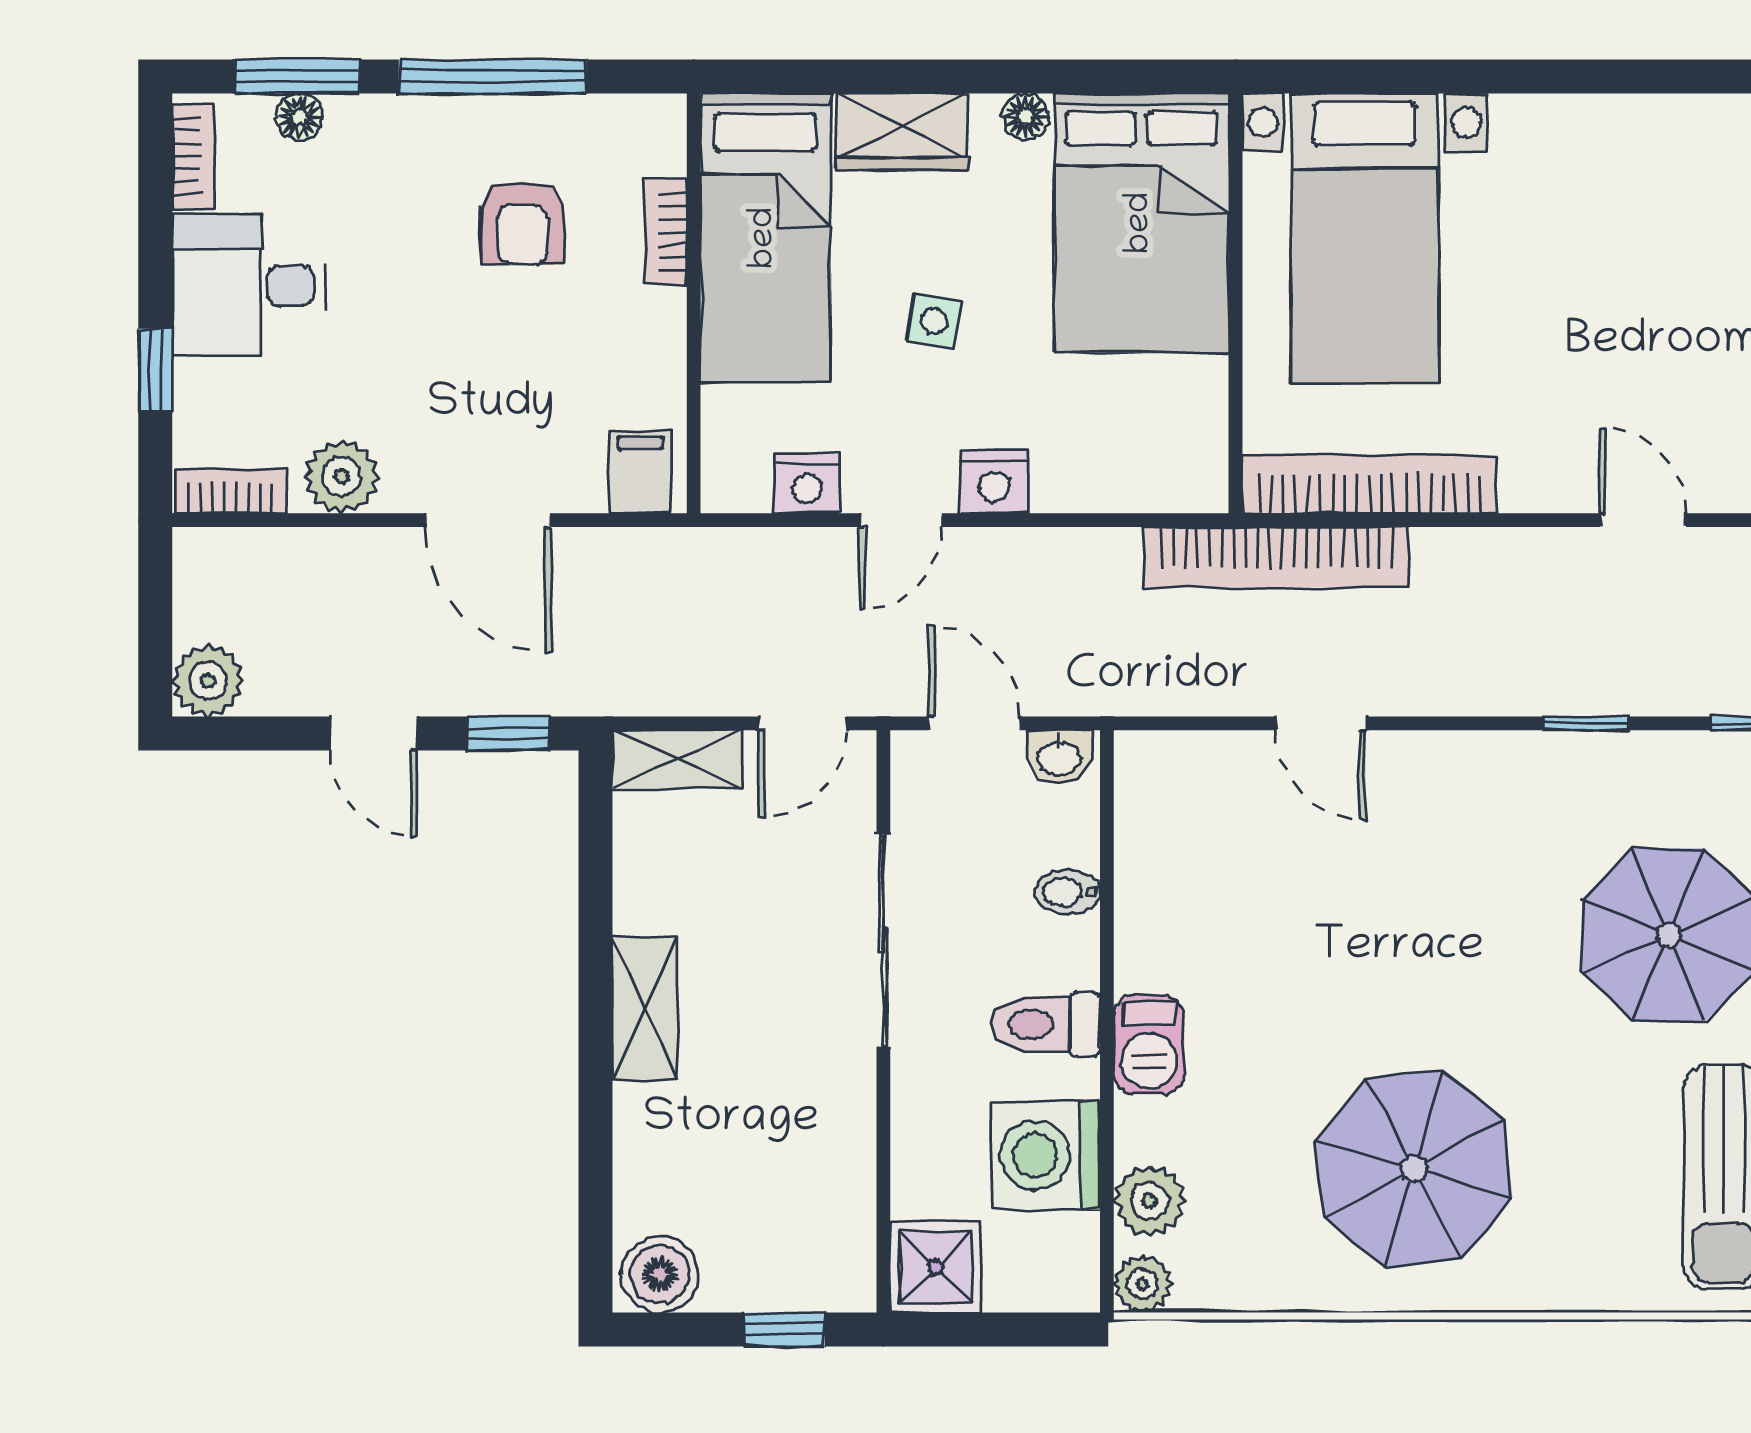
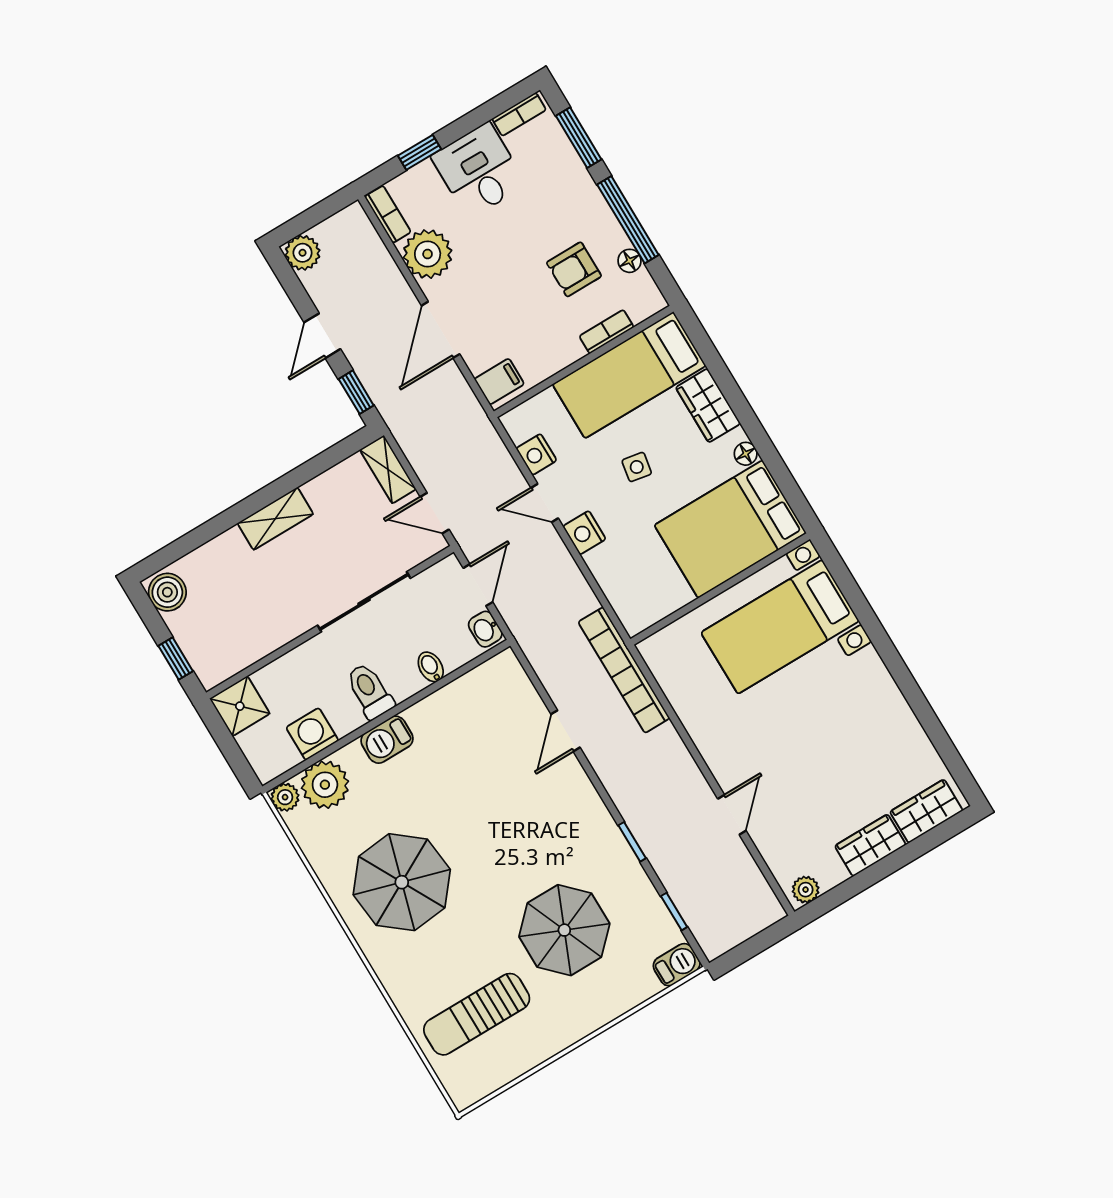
floor lamp: (300, 117) -> (630, 261), moved
plant: (342, 477) -> (428, 254), width x1.36, depth x1.36
bookcase: (1369, 484) -> (678, 691), removed
washing machine: (1046, 1155) -> (312, 734), width x0.73, depth x0.73
plant: (1149, 1201) -> (325, 785), width x1.36, depth x1.36

